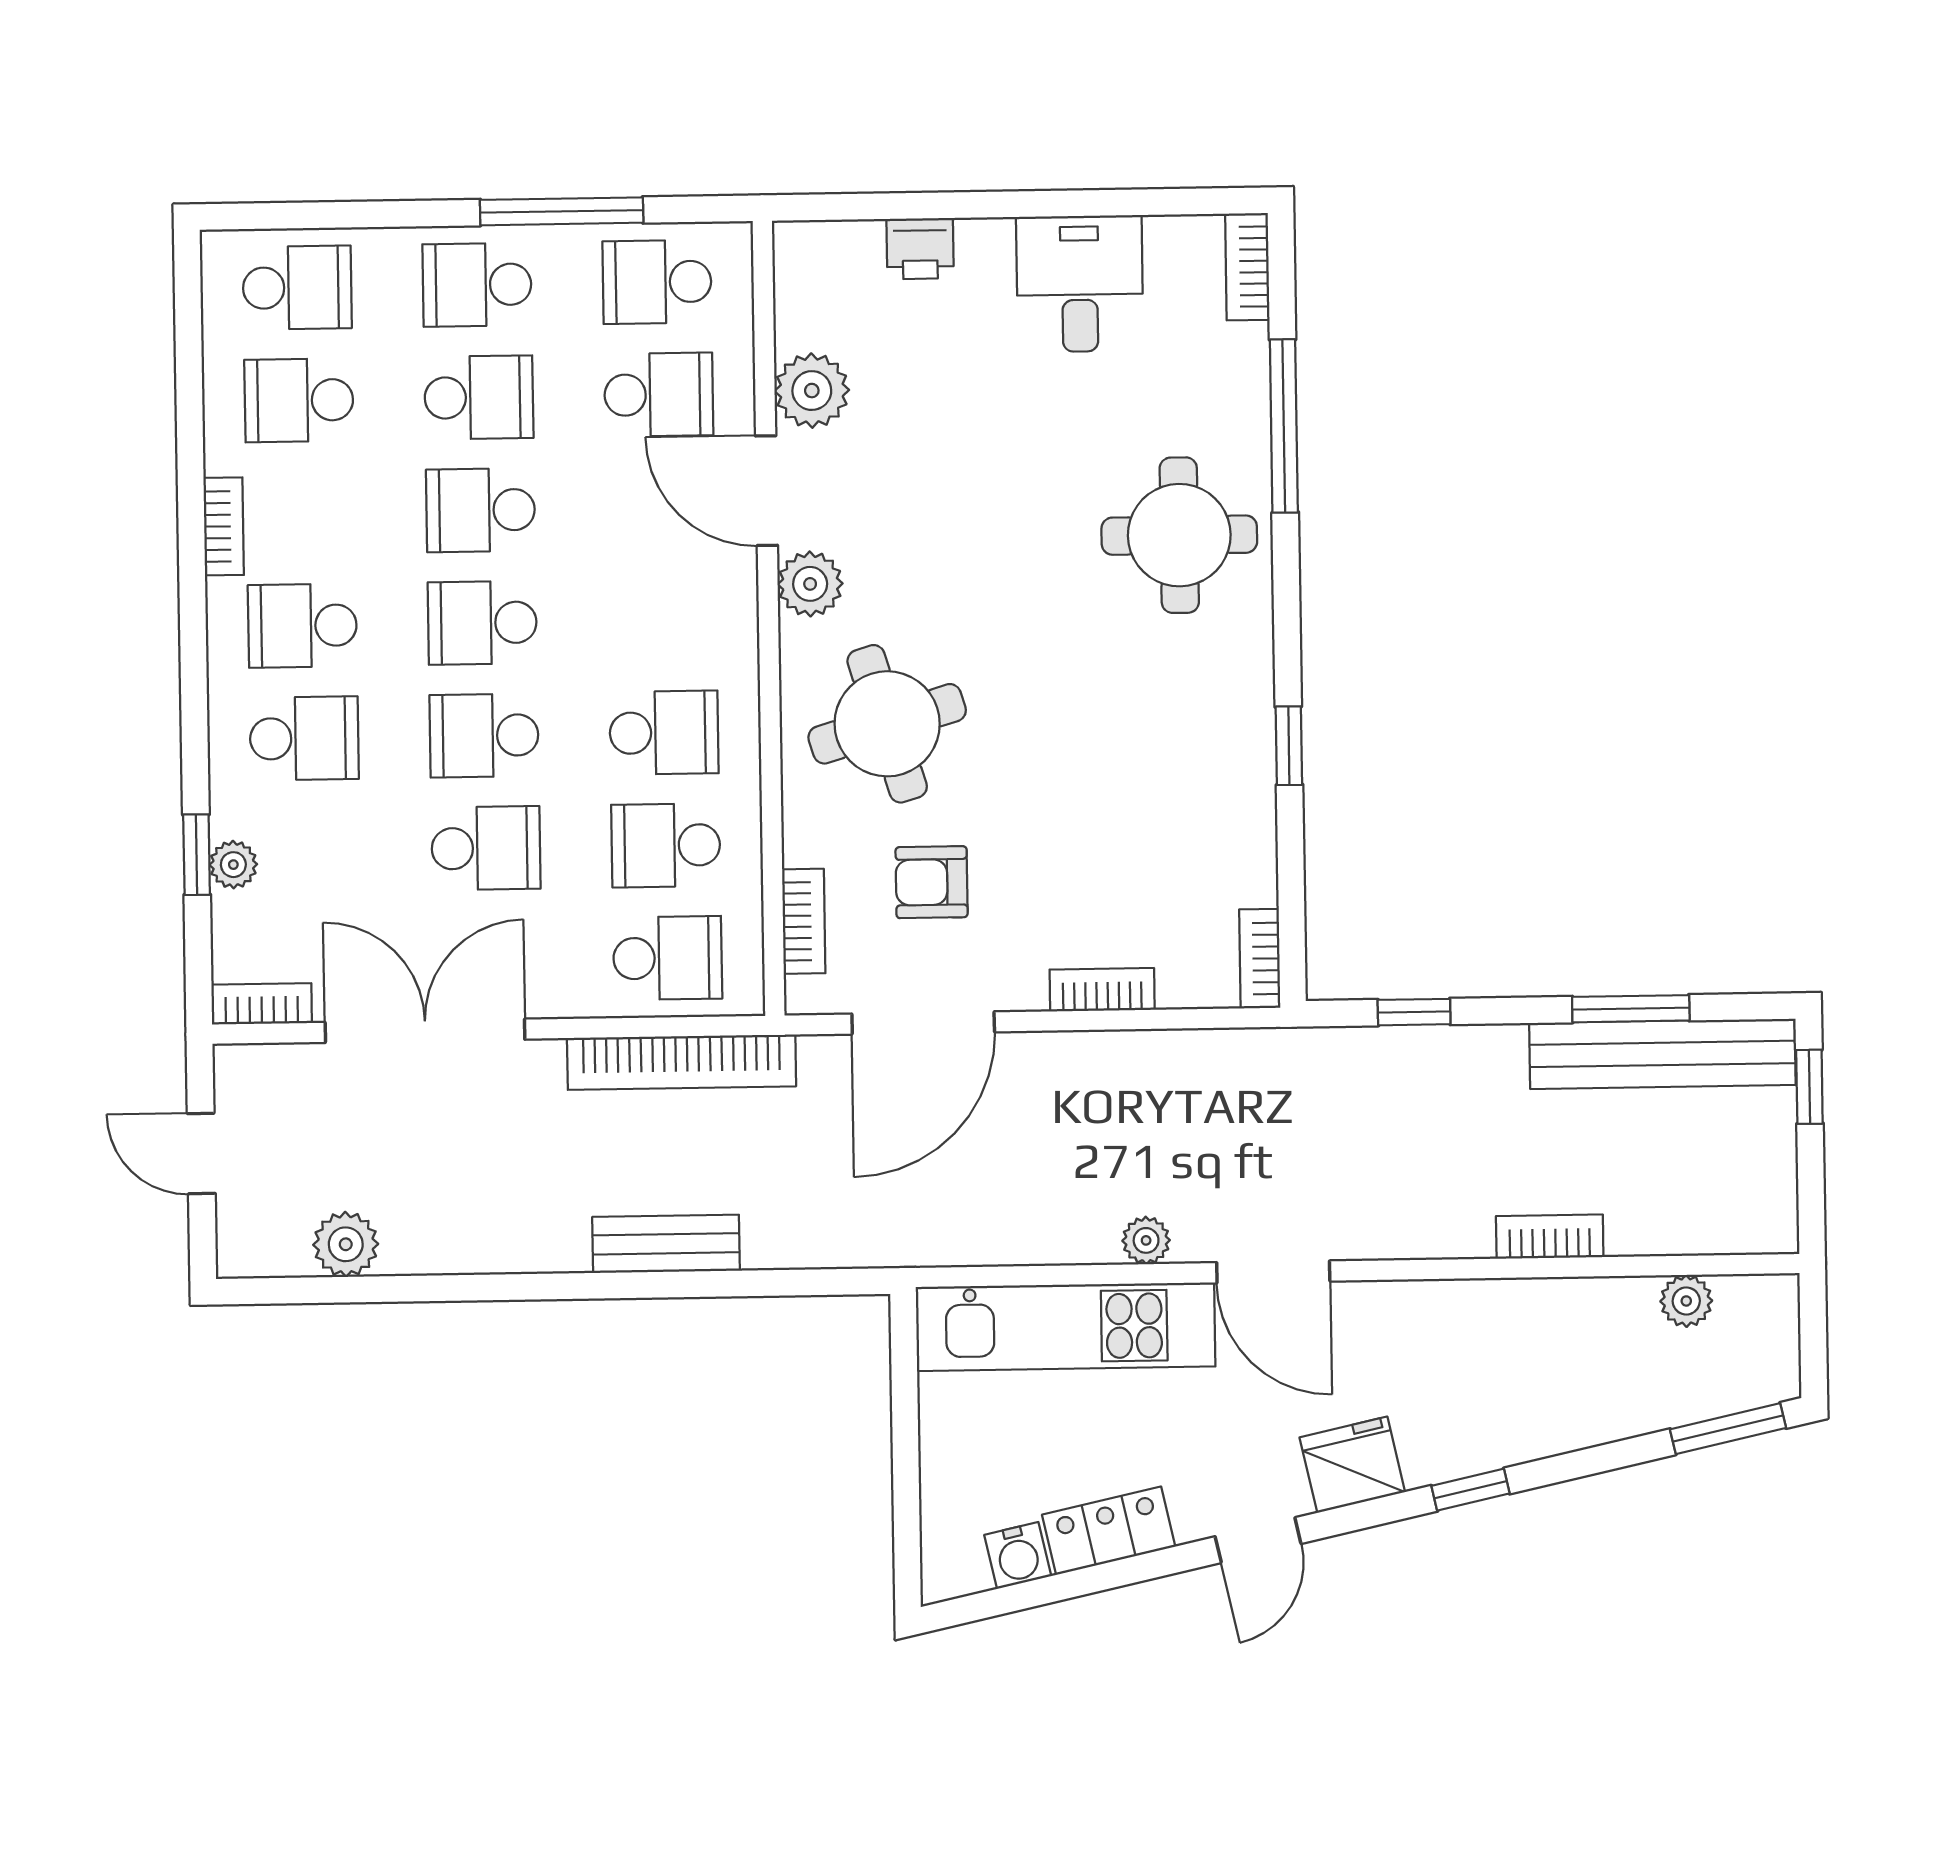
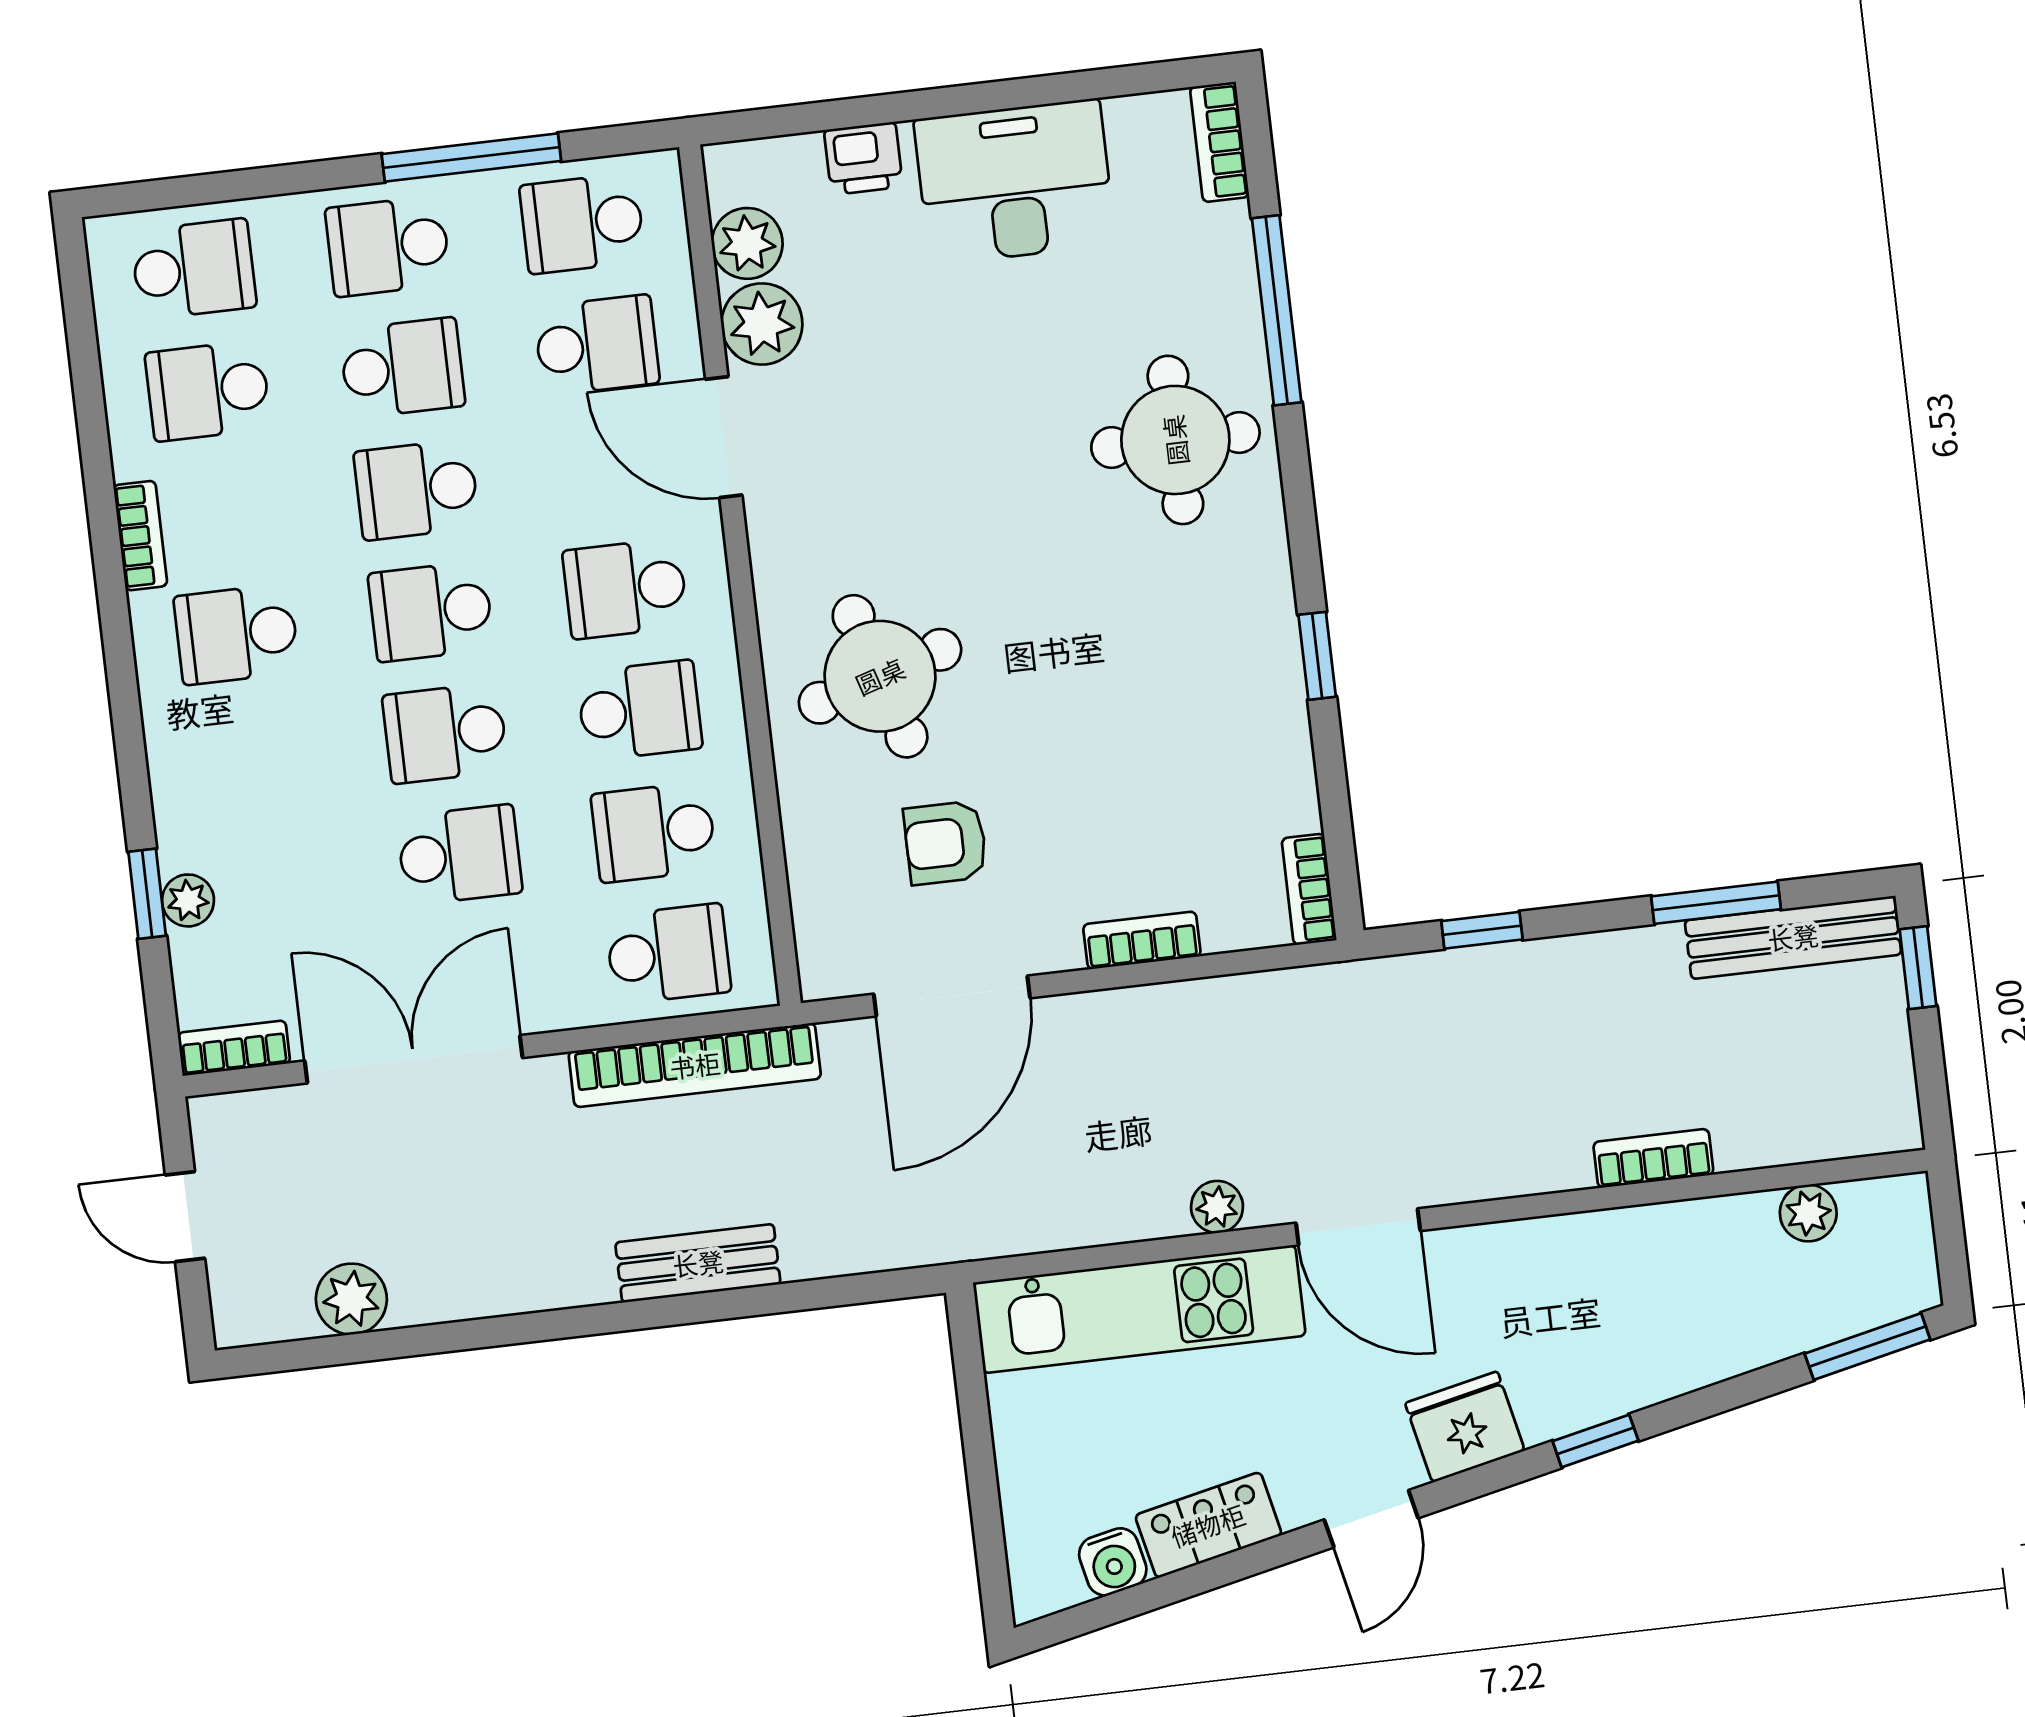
desk: (1080, 284) -> (1015, 182), width x1.37
plant: (810, 584) -> (747, 243), moved
school desk: (304, 738) -> (625, 589), moved, turned 180
bookcase: (804, 921) -> (811, 899), removed
bench: (1662, 1054) -> (1793, 937), width x0.73, depth x0.82

